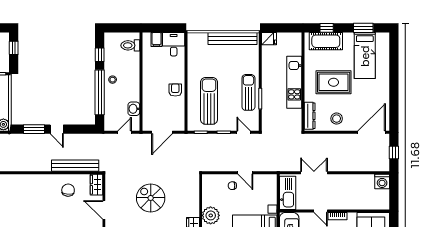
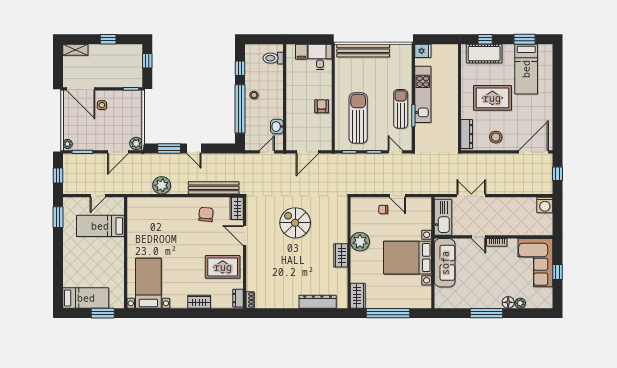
bench: (233, 38) -> (363, 51), moved
kitchen unit: (294, 82) -> (423, 94), moved, turned 180
plant: (27, 163) -> (162, 185), added

